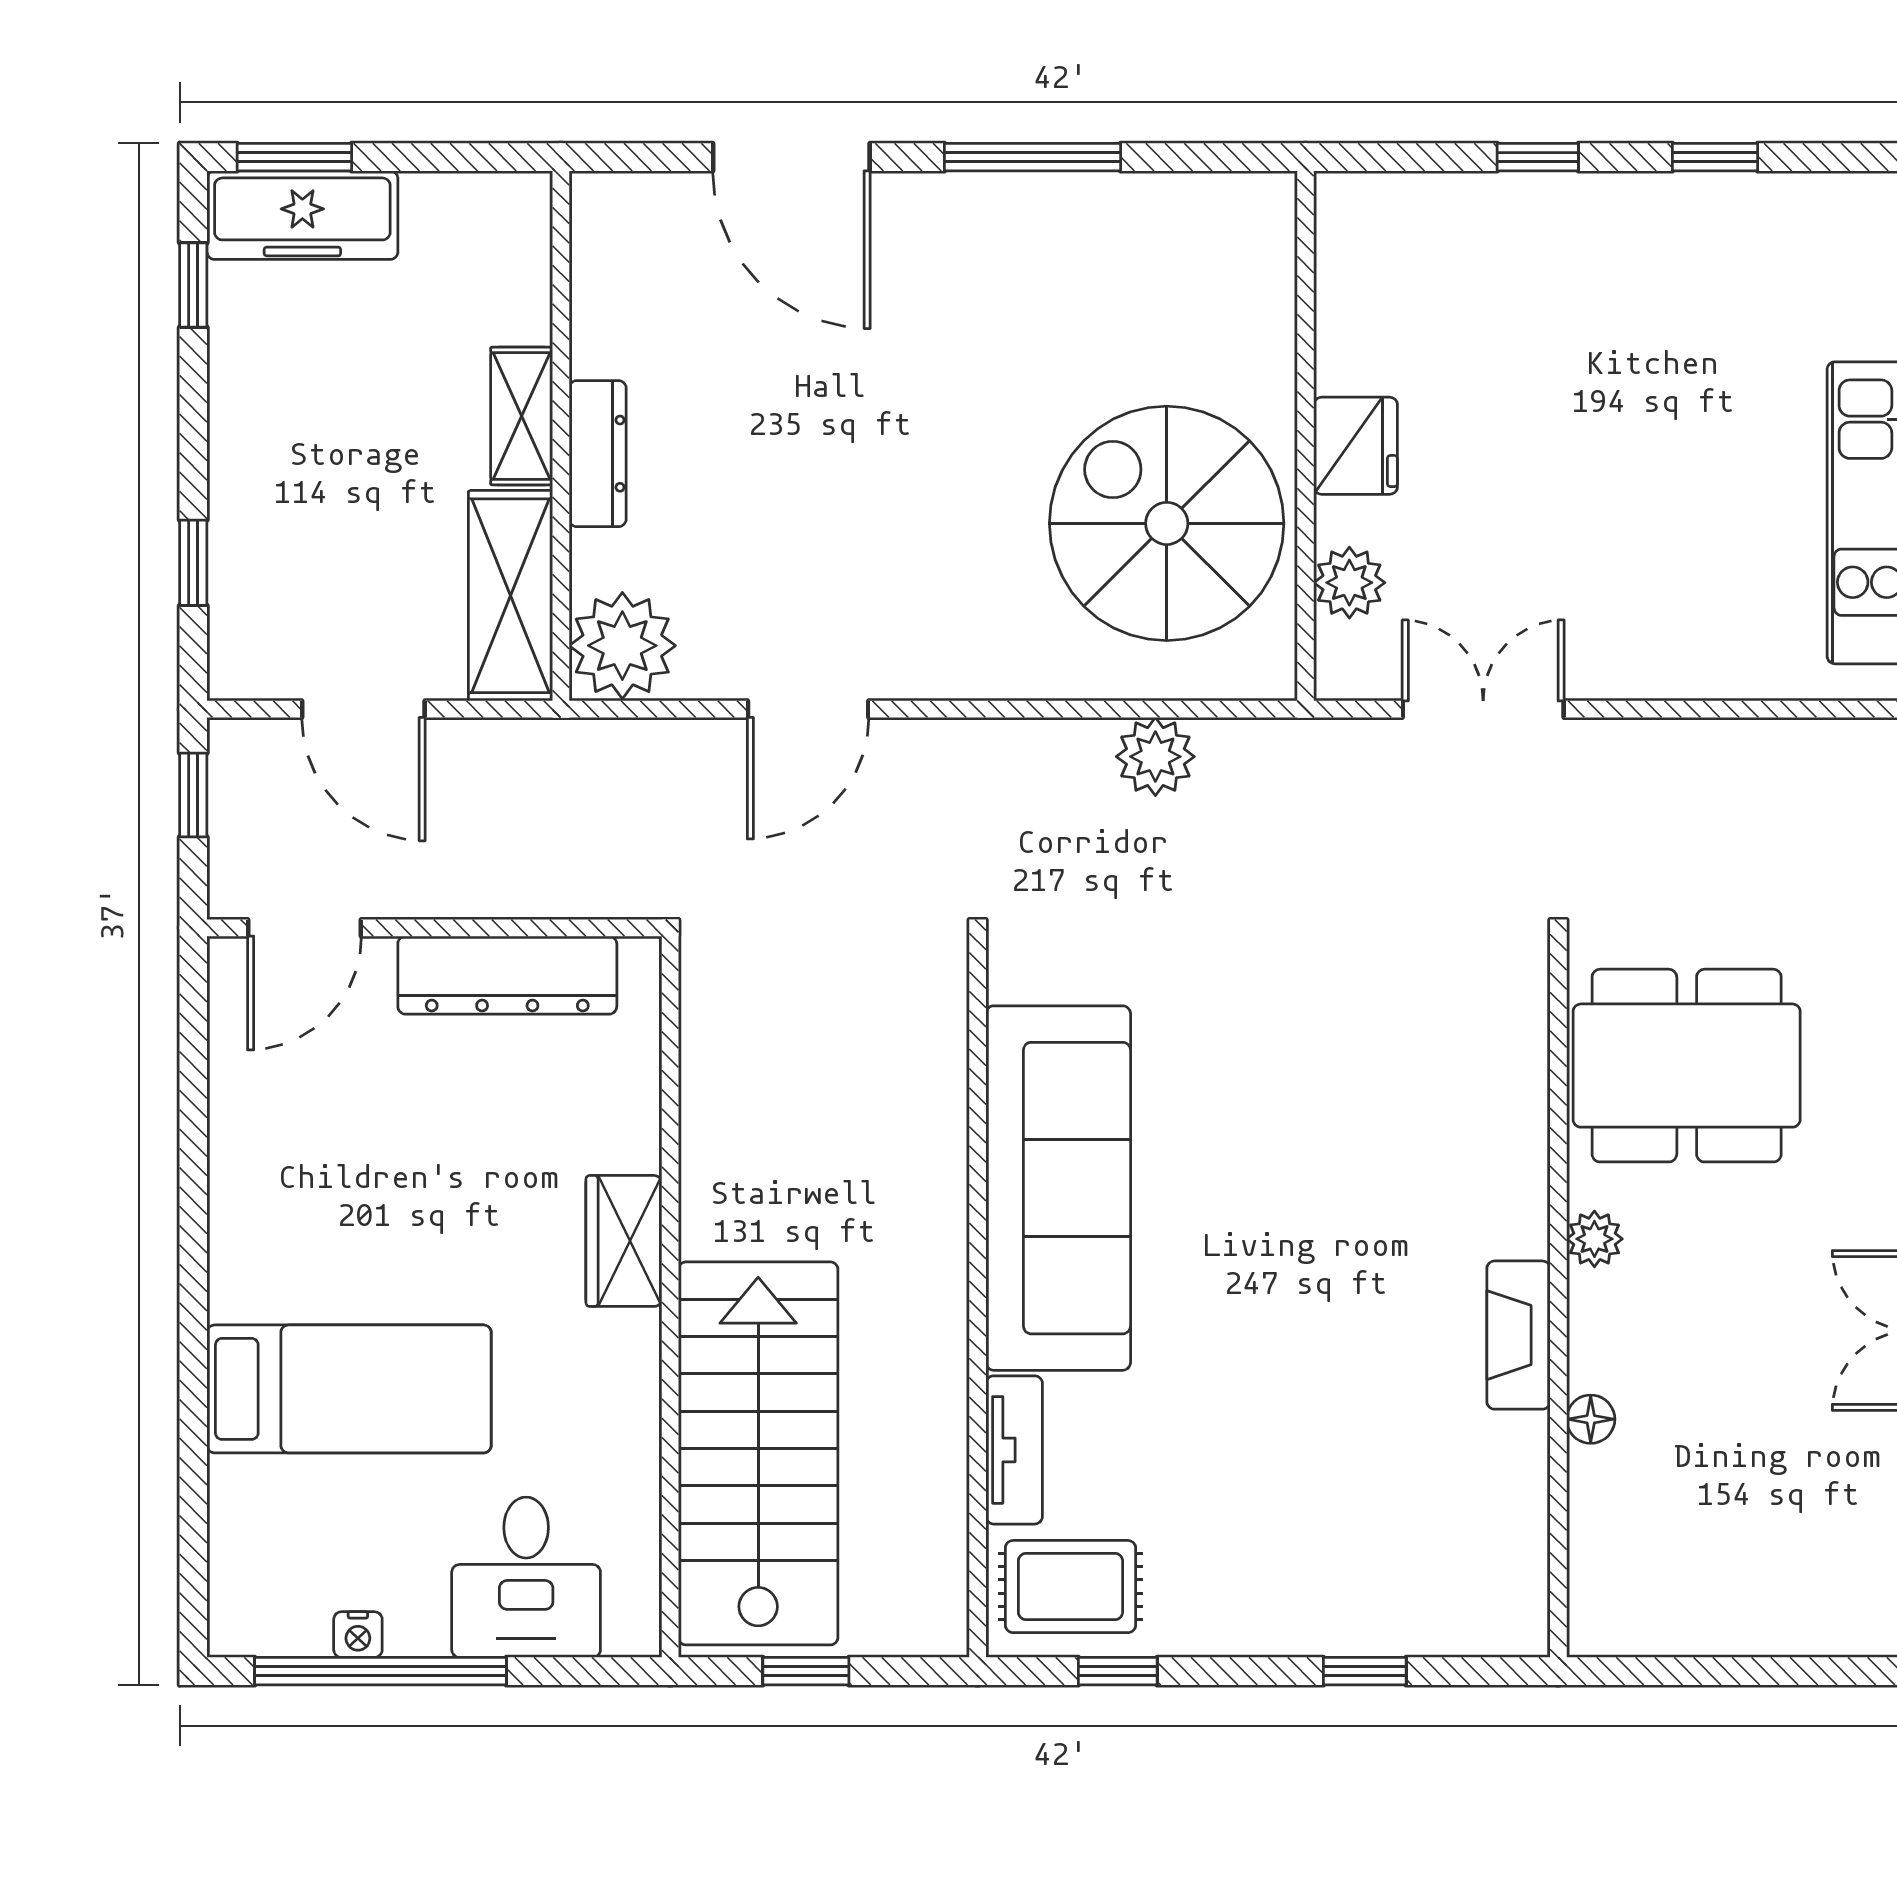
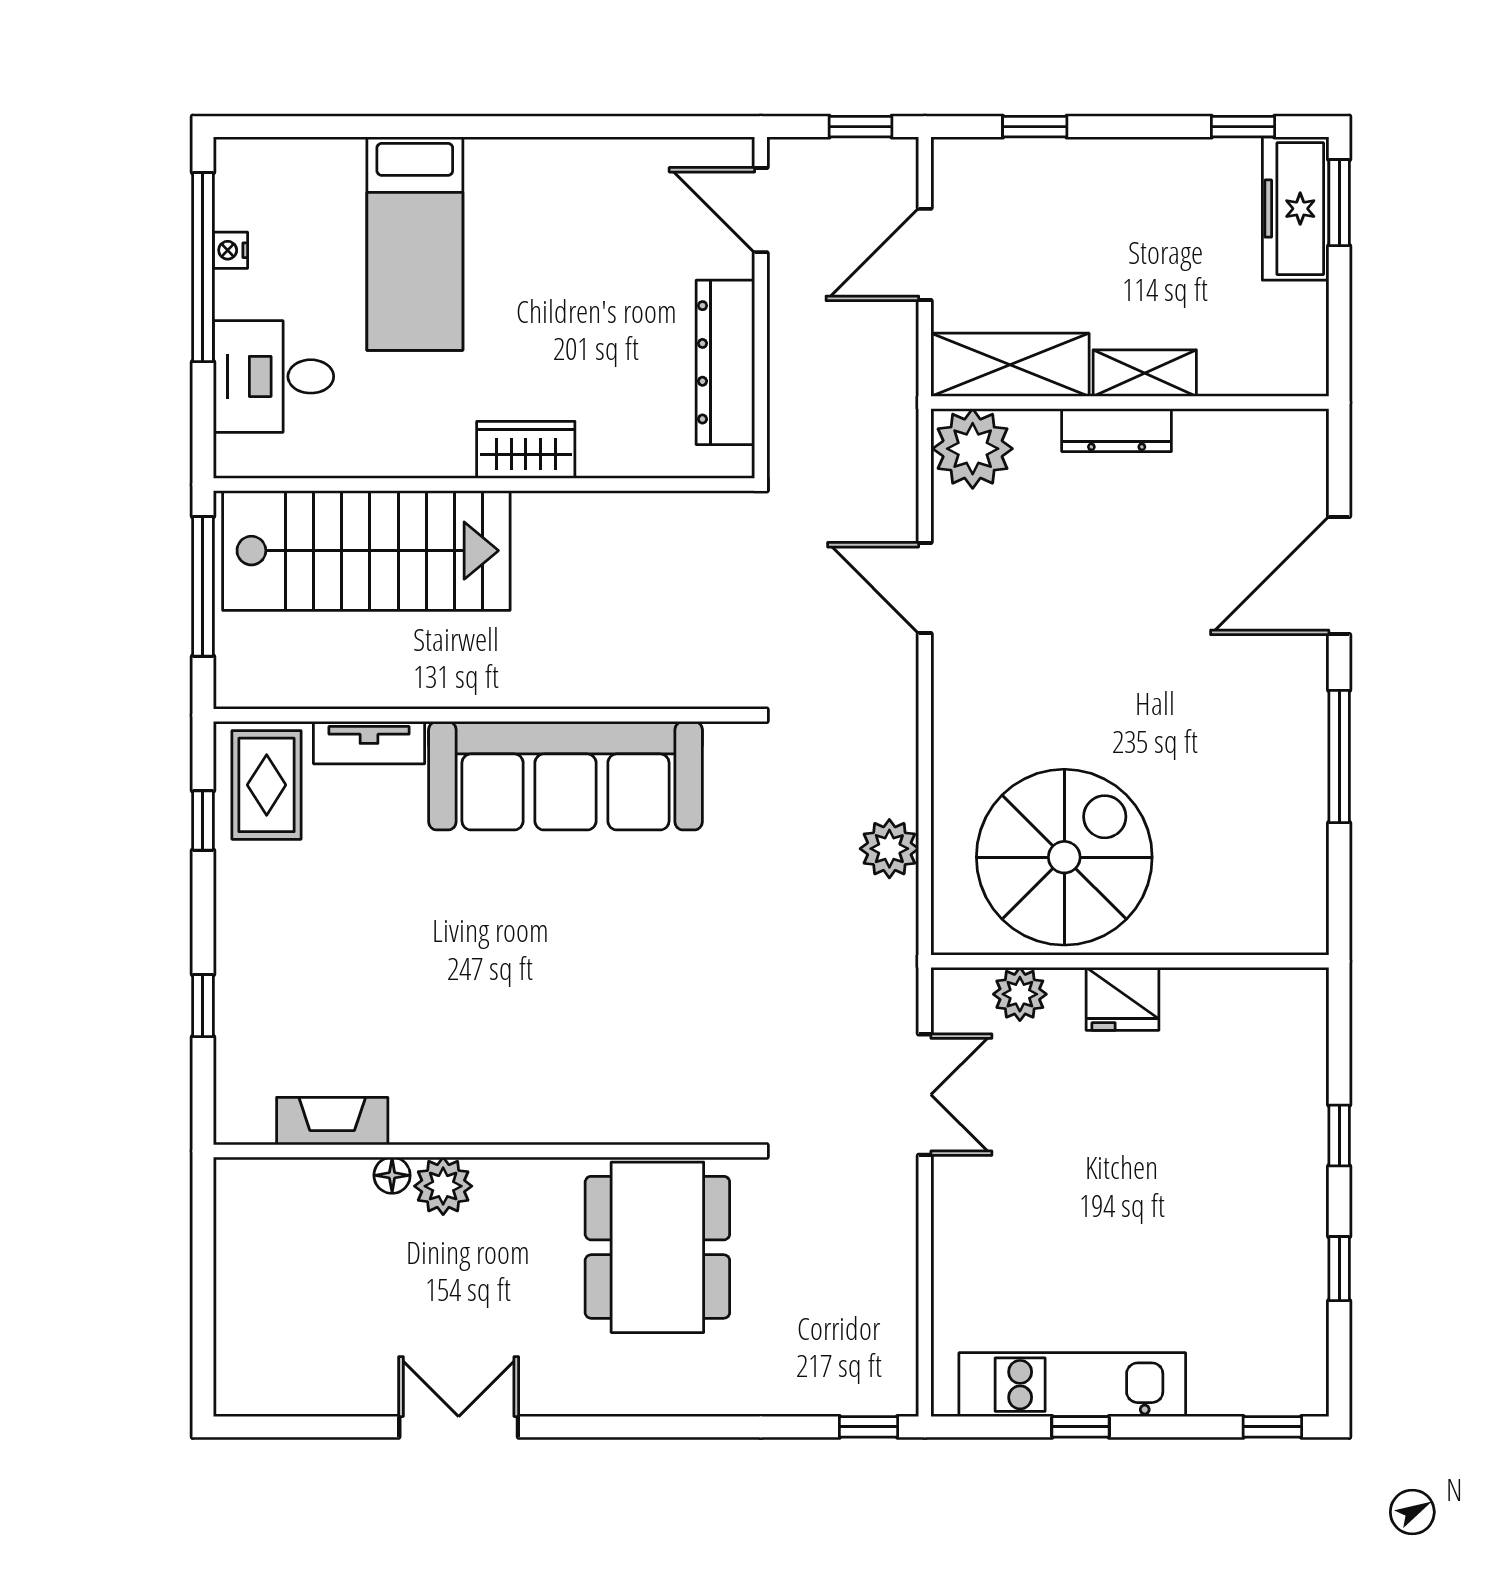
plant: (1594, 1239) -> (443, 1186), moved, width x1.38, depth x1.38
fireplace: (1518, 1335) -> (332, 1121), moved
window: (806, 1671) -> (203, 586), width x2.17

